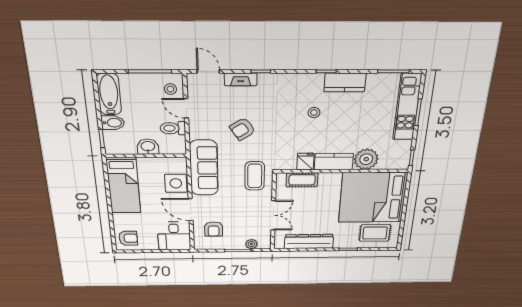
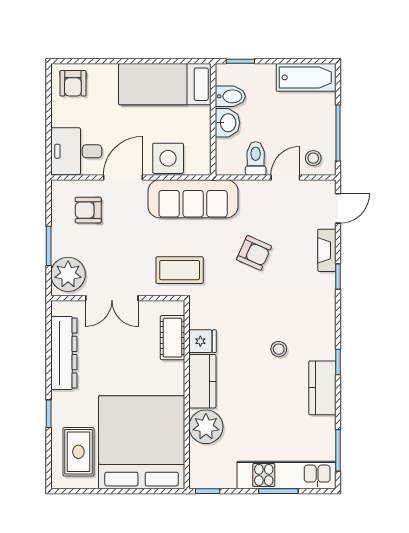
bidet: (113, 123) -> (230, 96), moved, turned -90
armchair: (243, 129) -> (254, 253), turned 147
plant: (251, 244) -> (68, 274), width x1.88, depth x1.88

